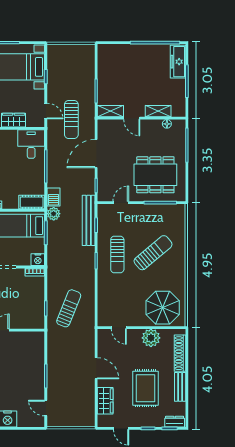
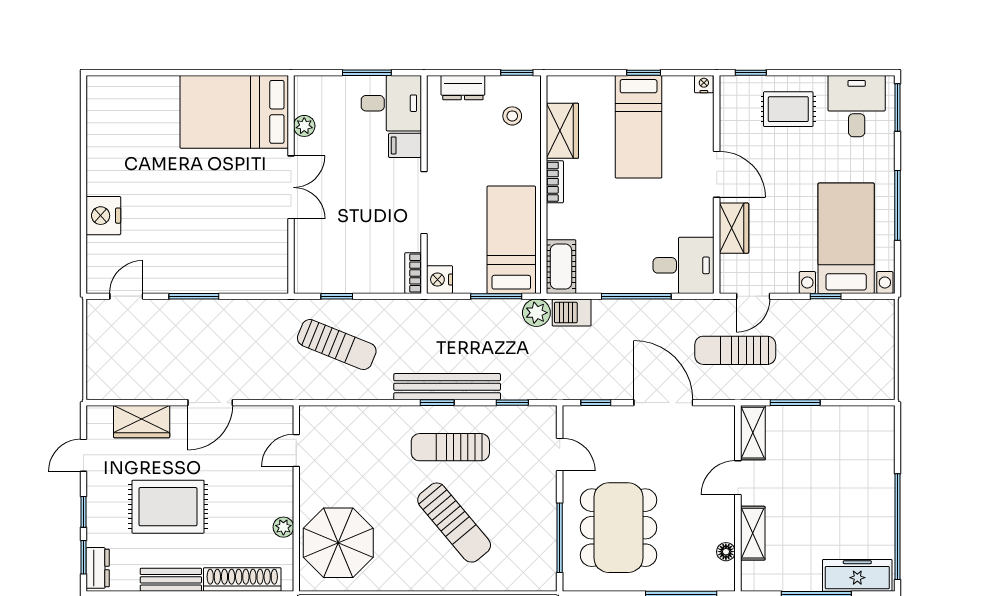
bench: (89, 220) -> (447, 387), moved
plant: (151, 338) -> (283, 527), width x0.53, depth x0.53

